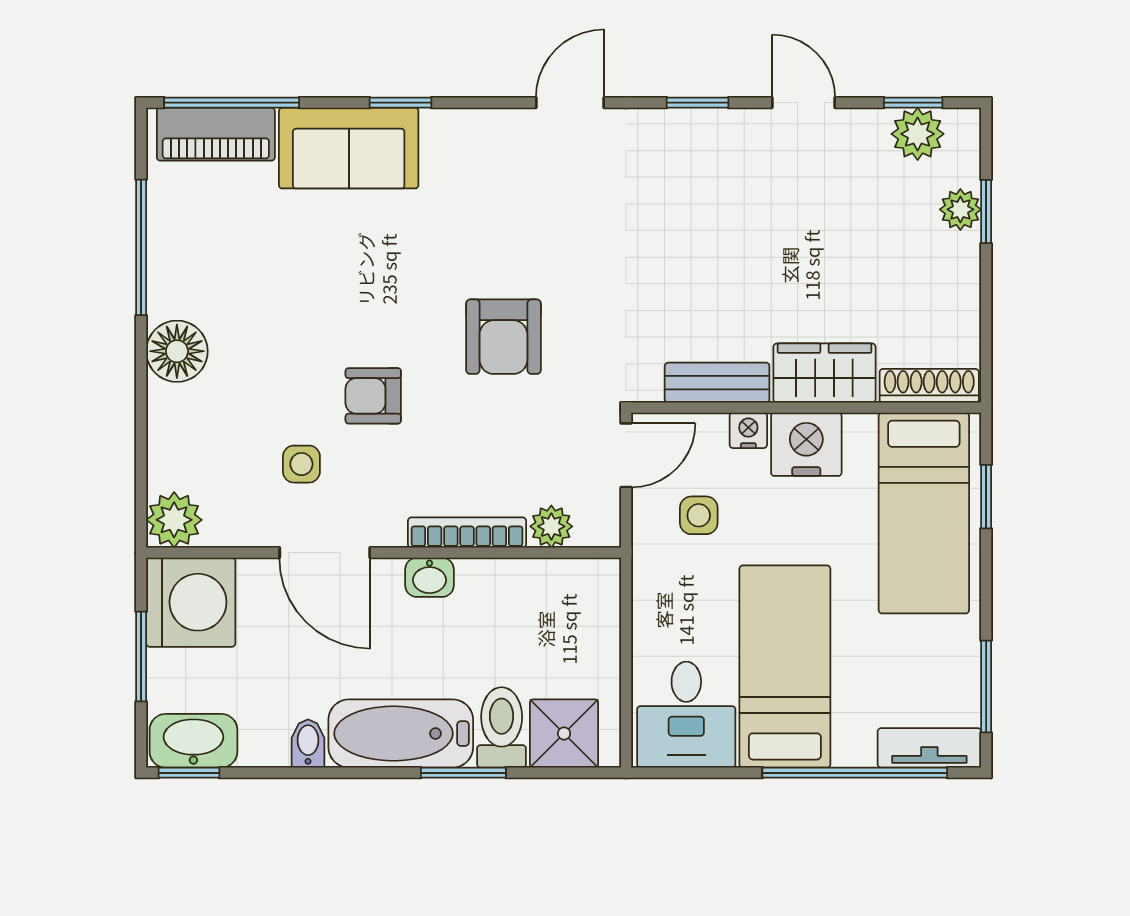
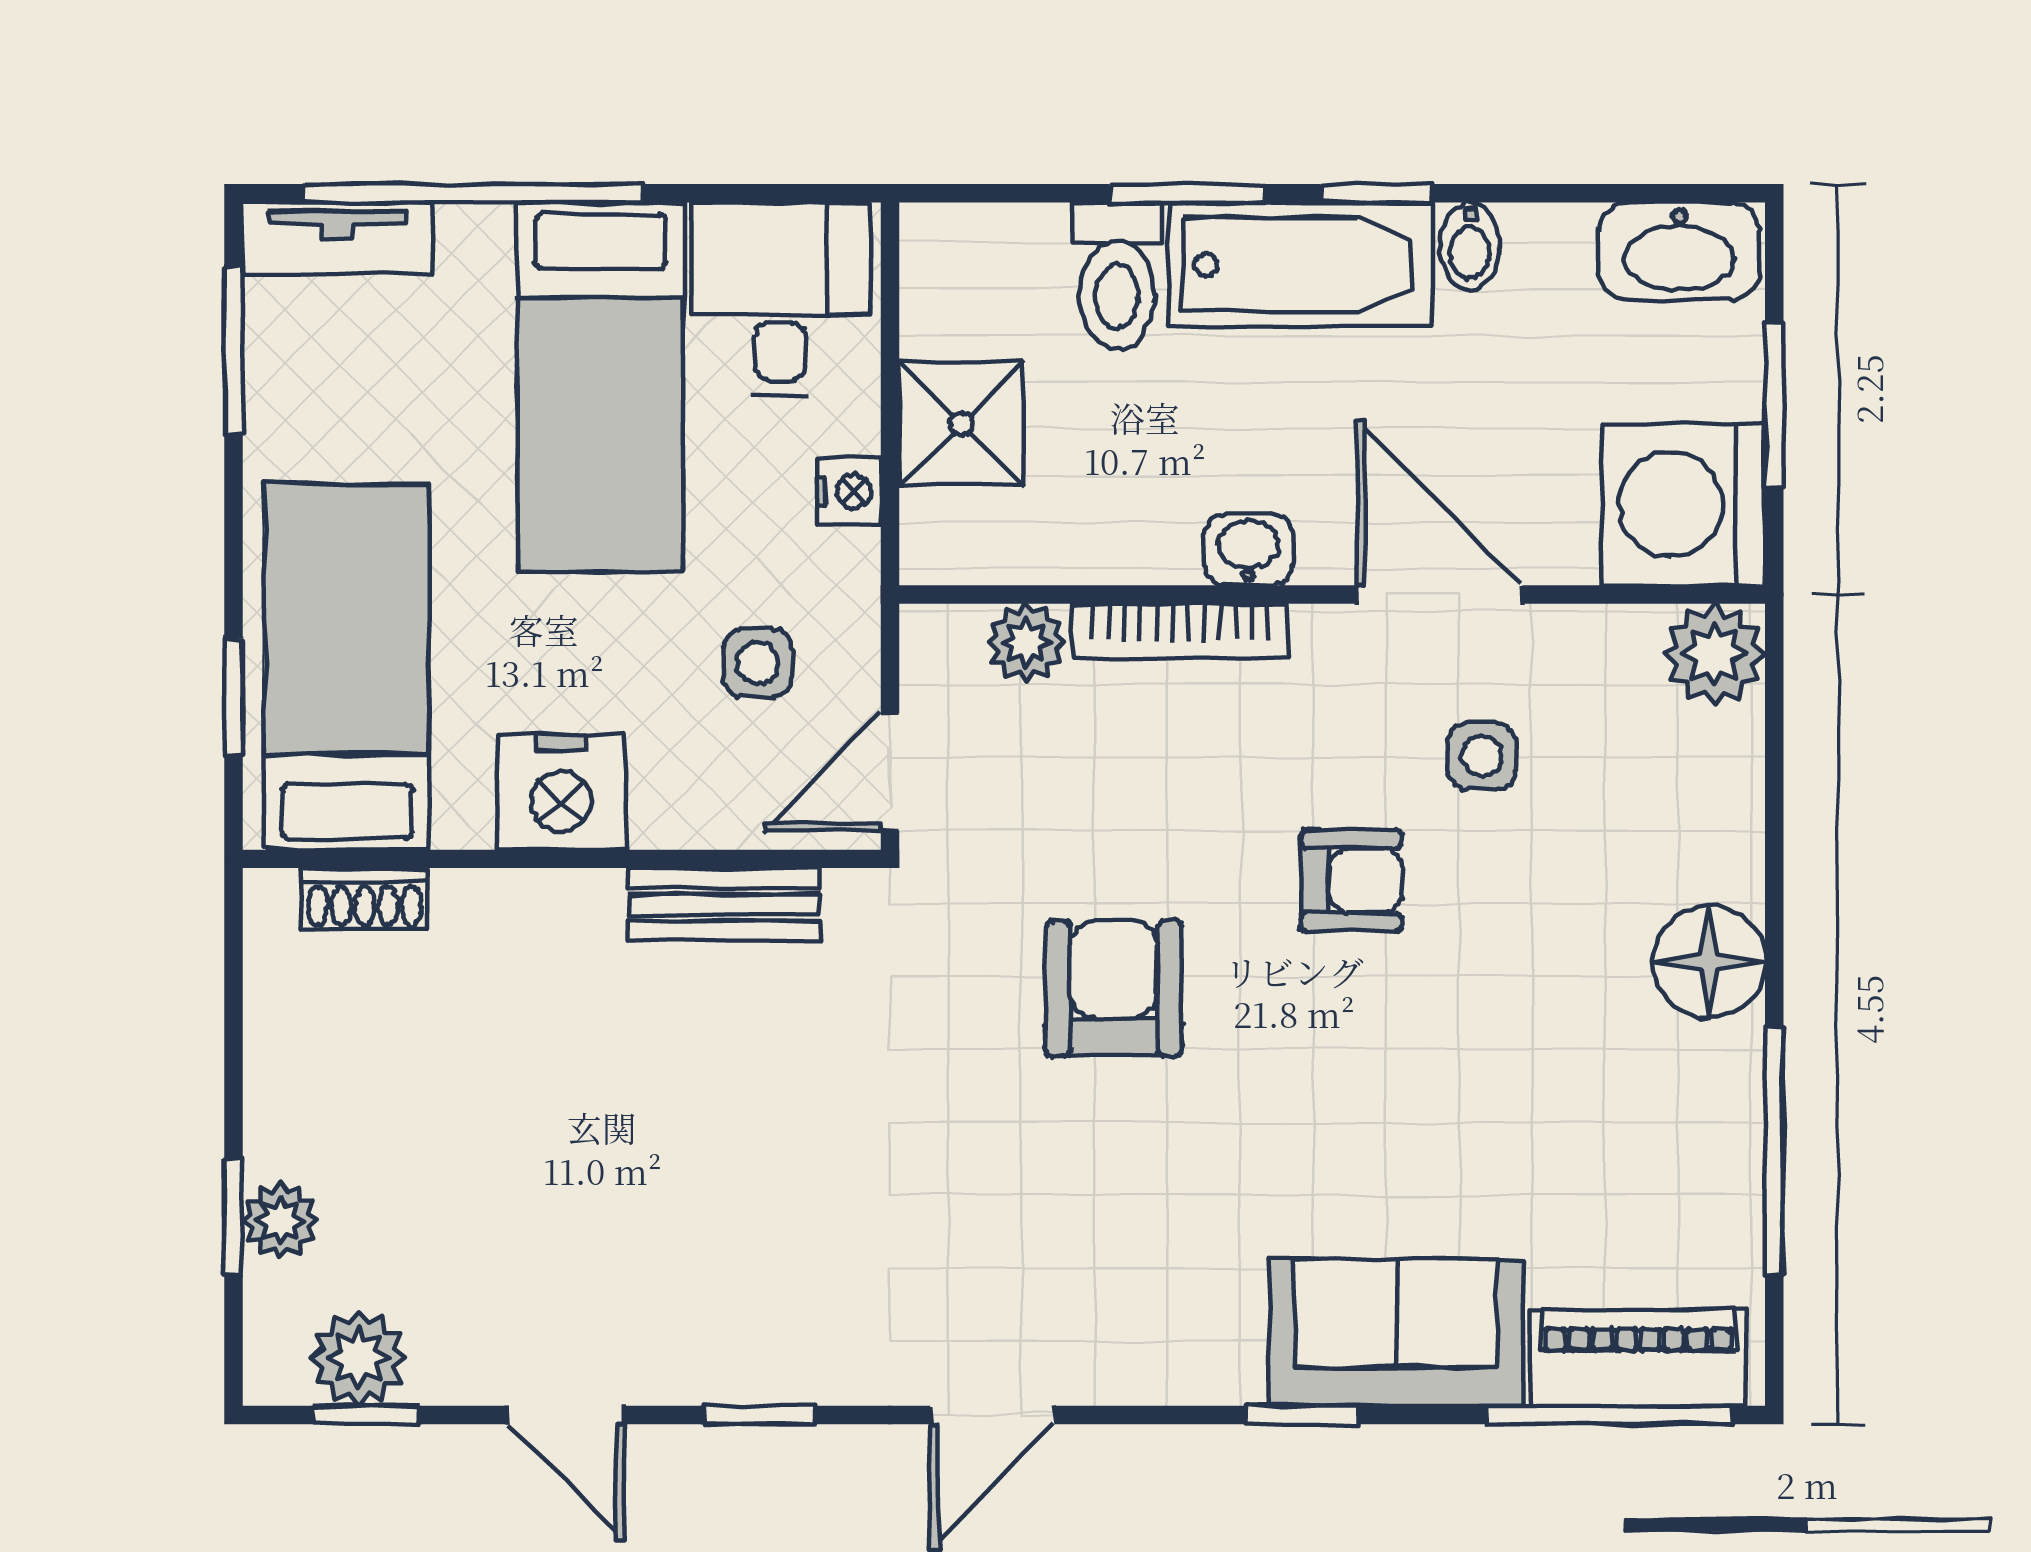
wardrobe: (824, 373) -> (528, 922), removed
shoe rack: (929, 386) -> (364, 899), width x0.70
nightstand: (748, 430) -> (849, 491), moved, turned -90
shower: (564, 734) -> (961, 424), moved
window: (189, 773) -> (1376, 193), moved

